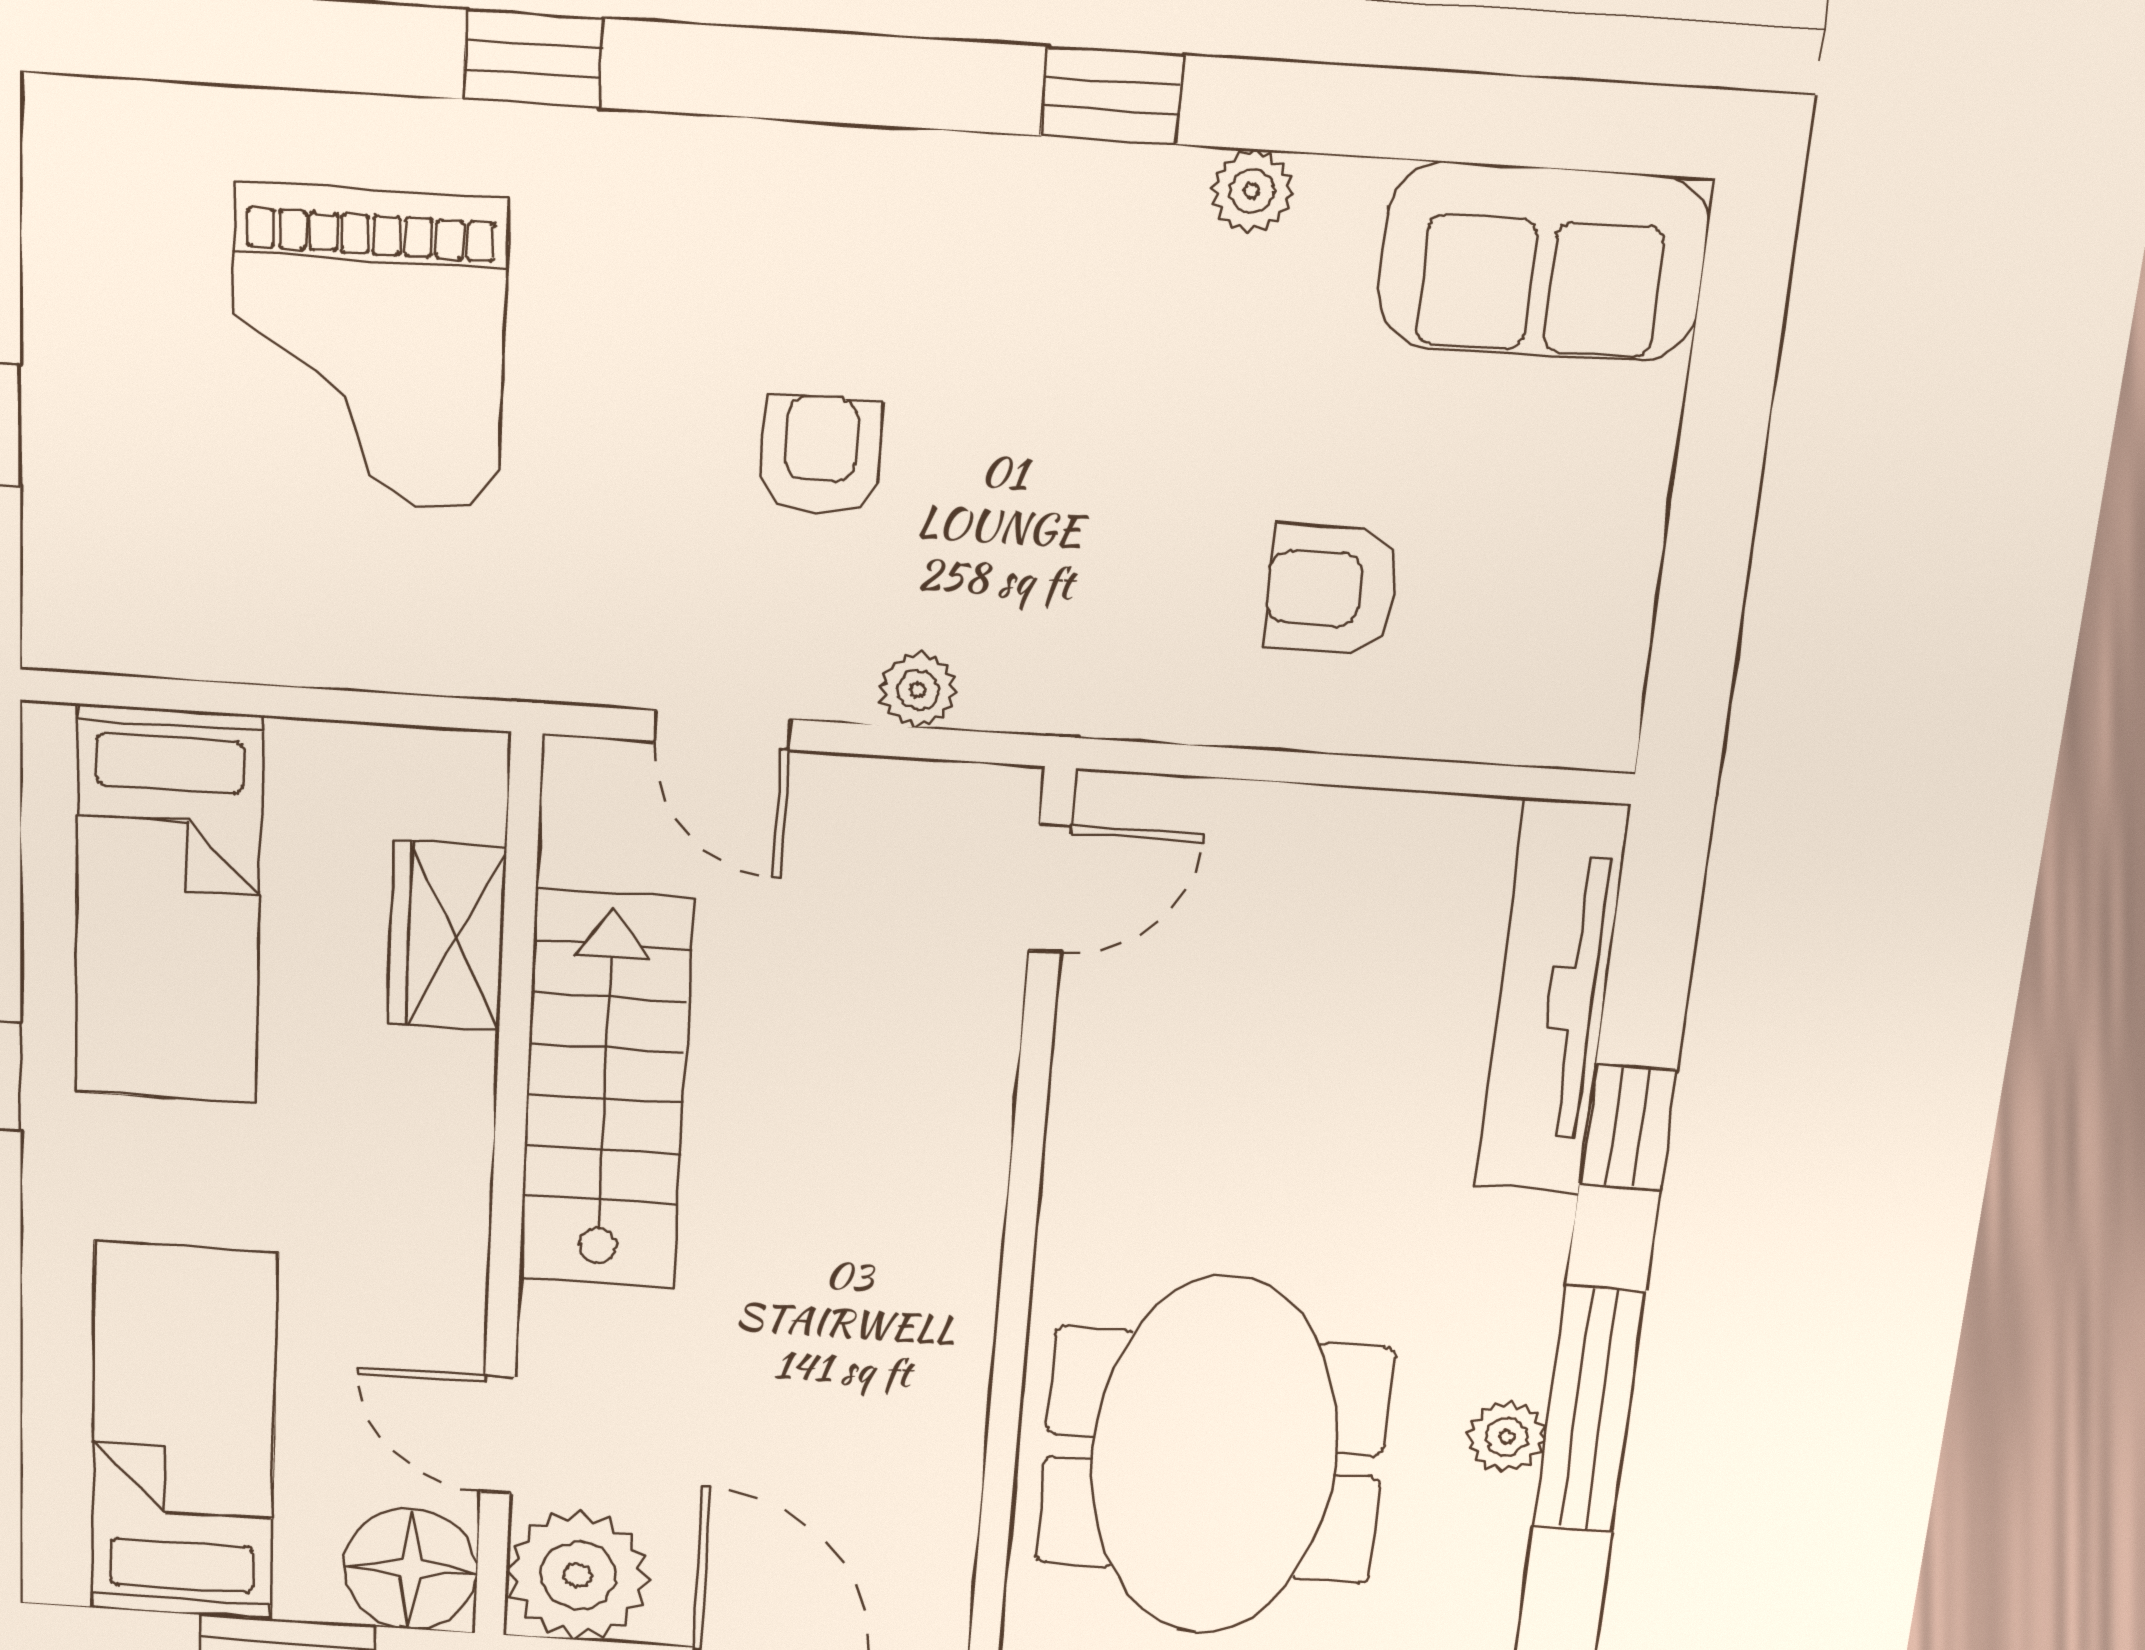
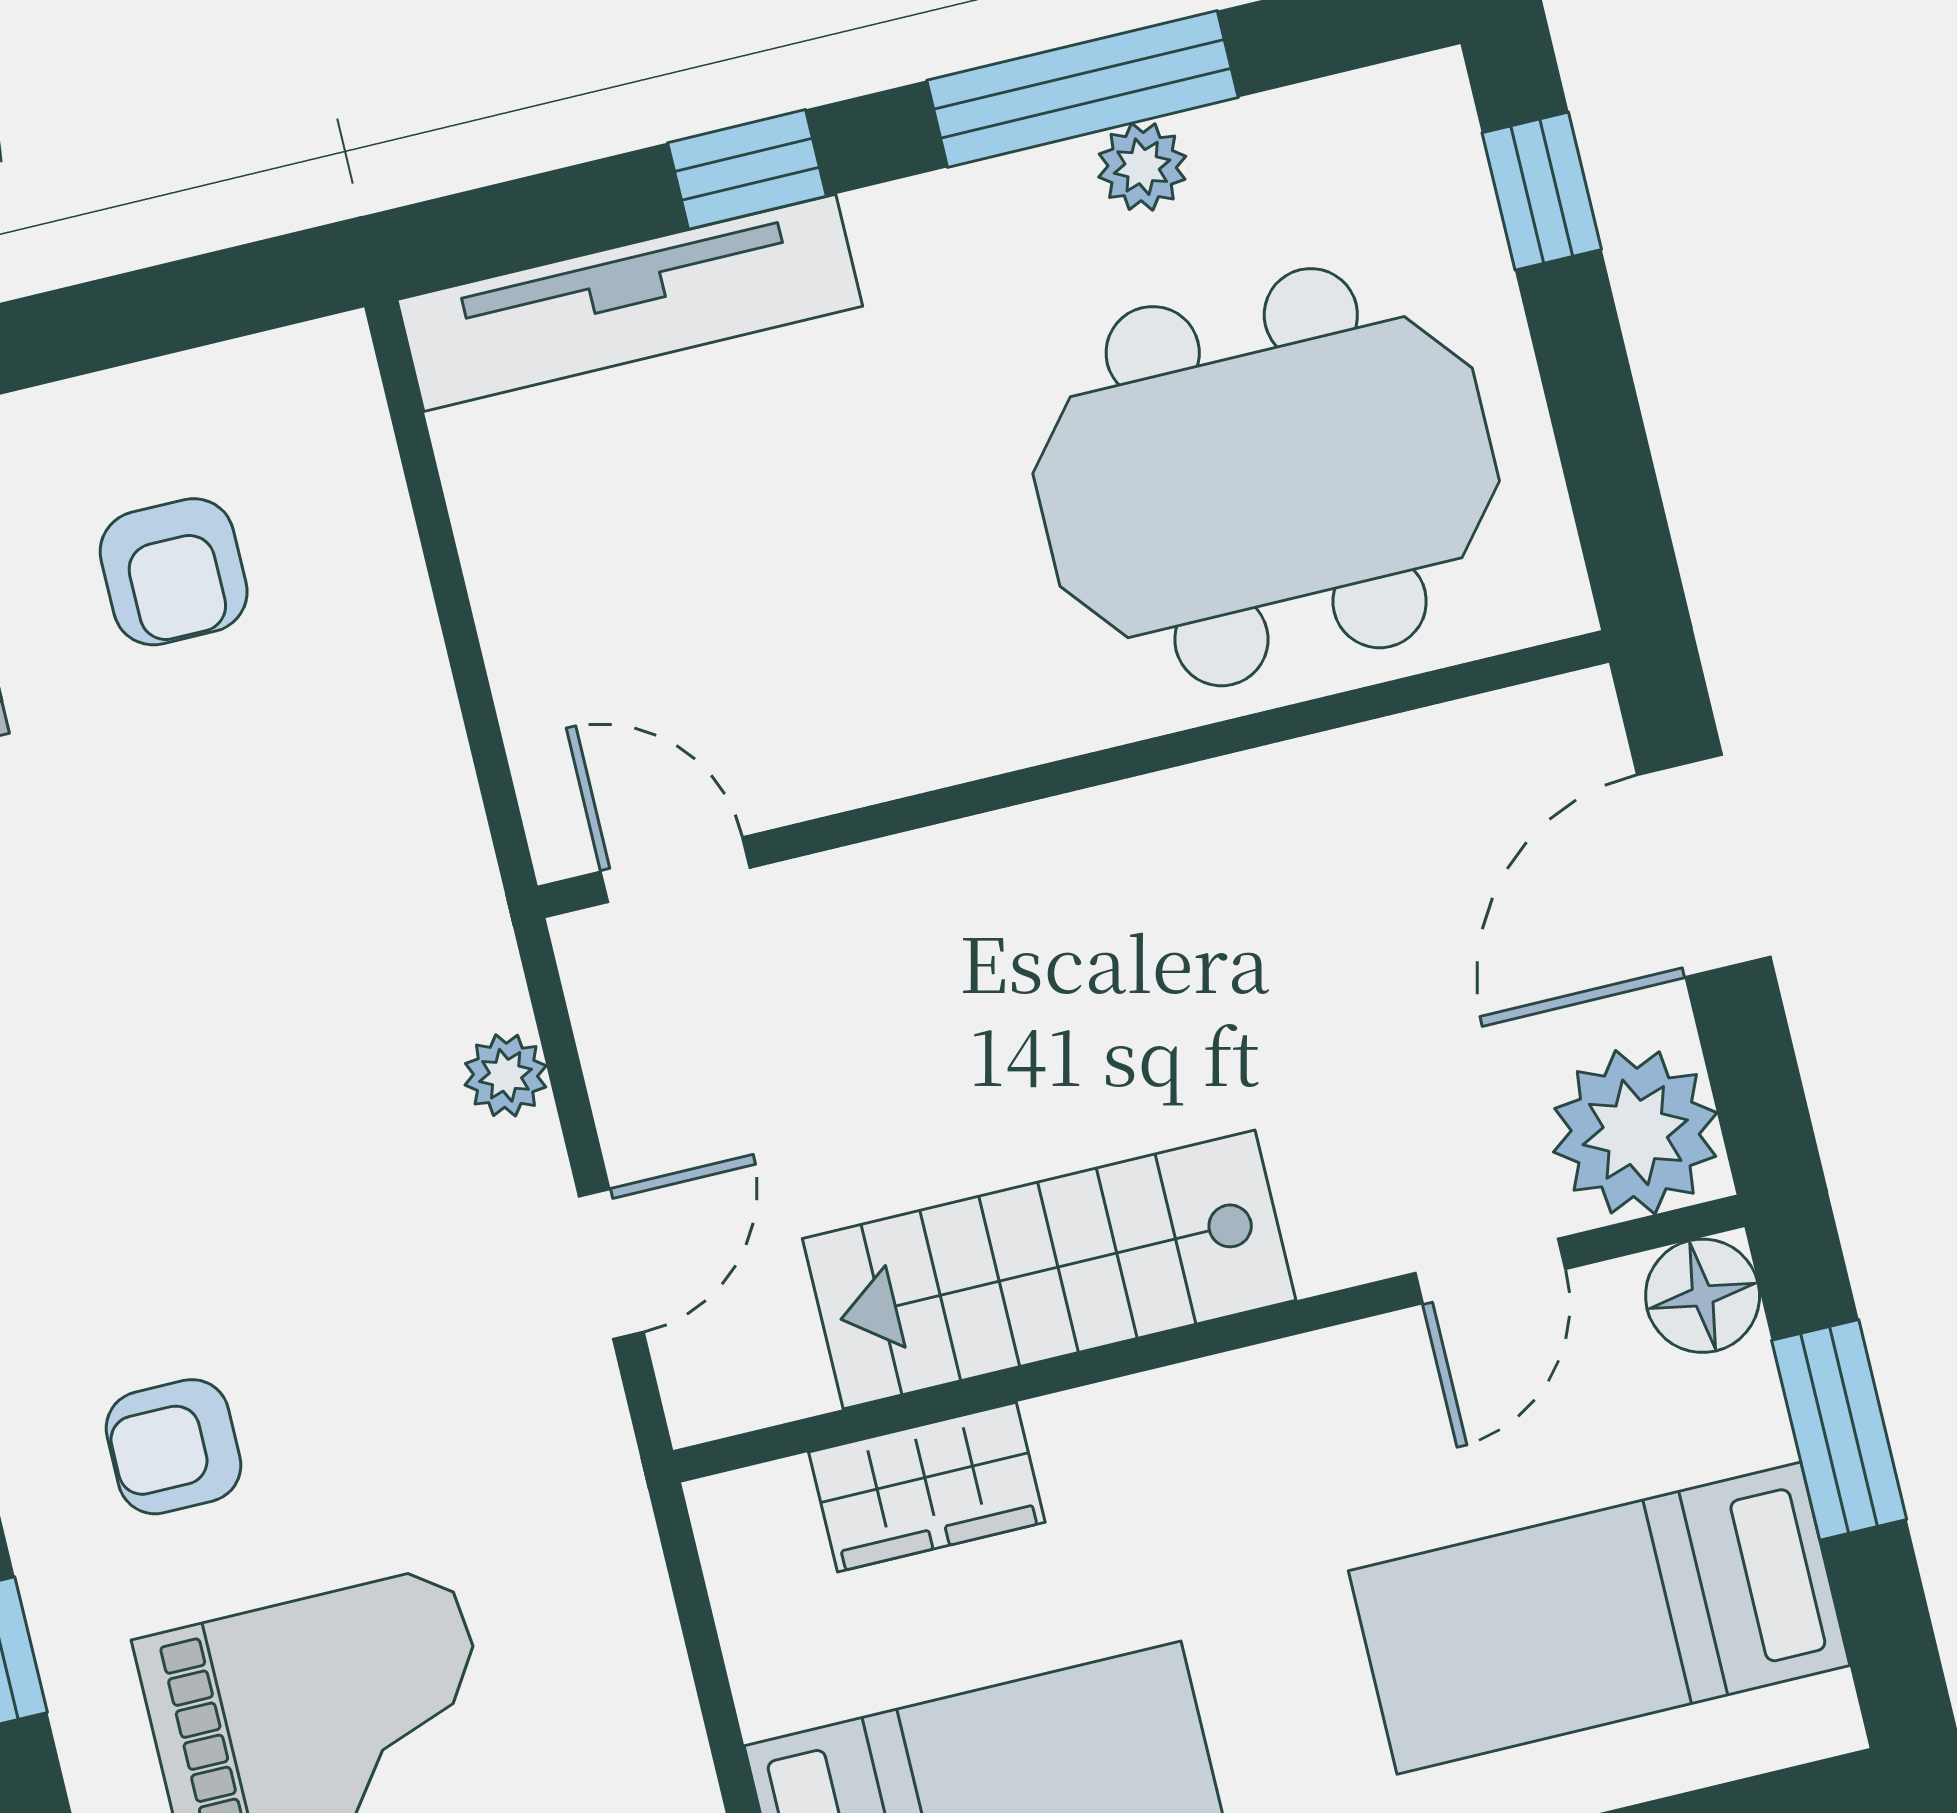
armchair: (821, 455) -> (174, 1447), moved
armchair: (1332, 589) -> (174, 572), moved
floor lamp: (411, 1569) -> (1703, 1296), width x0.73, depth x0.73

